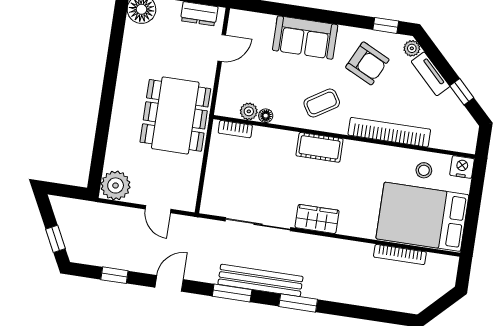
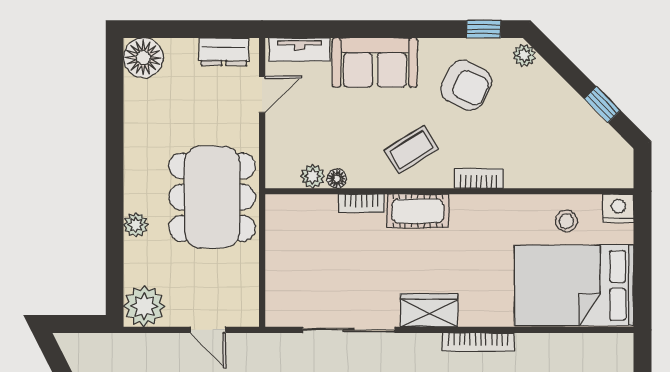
tv unit: (430, 74) -> (300, 50), moved, turned -45
plant: (118, 127) -> (136, 225), added
bookcase: (235, 129) -> (362, 203), moved
bookcase: (389, 132) -> (479, 179), width x0.43, depth x0.76
bookcase: (400, 254) -> (478, 342), moved

